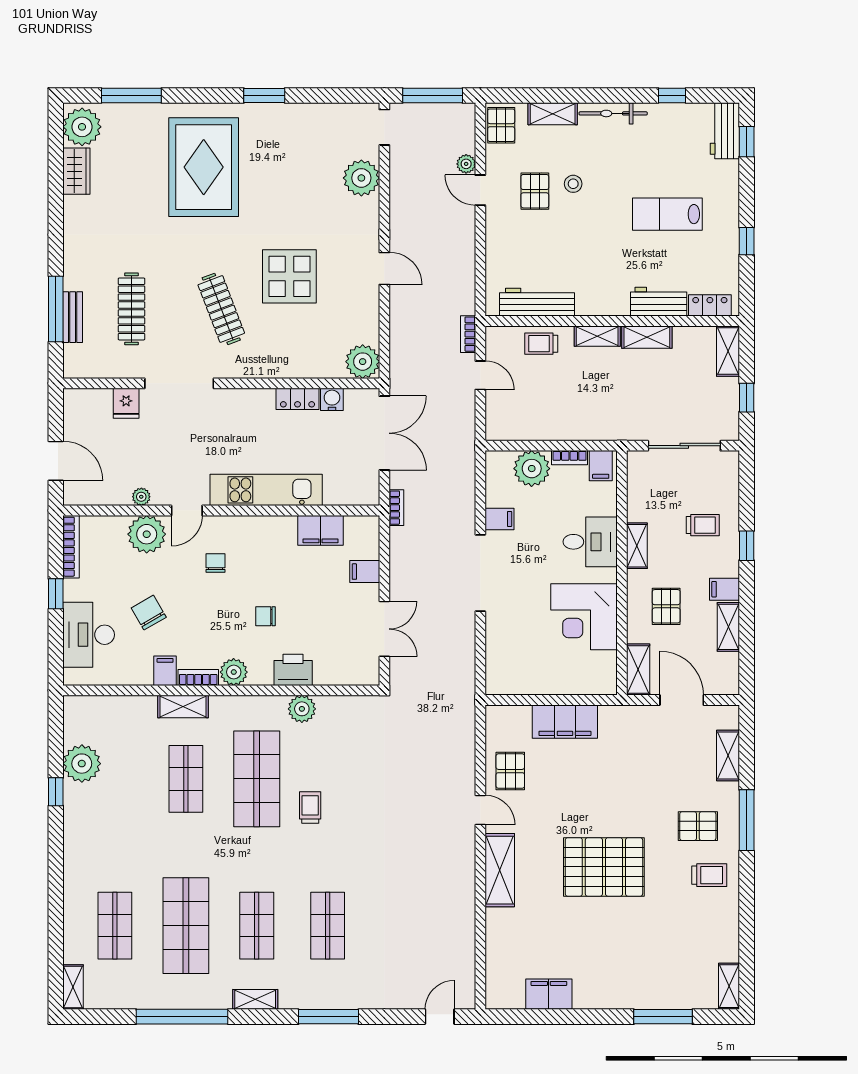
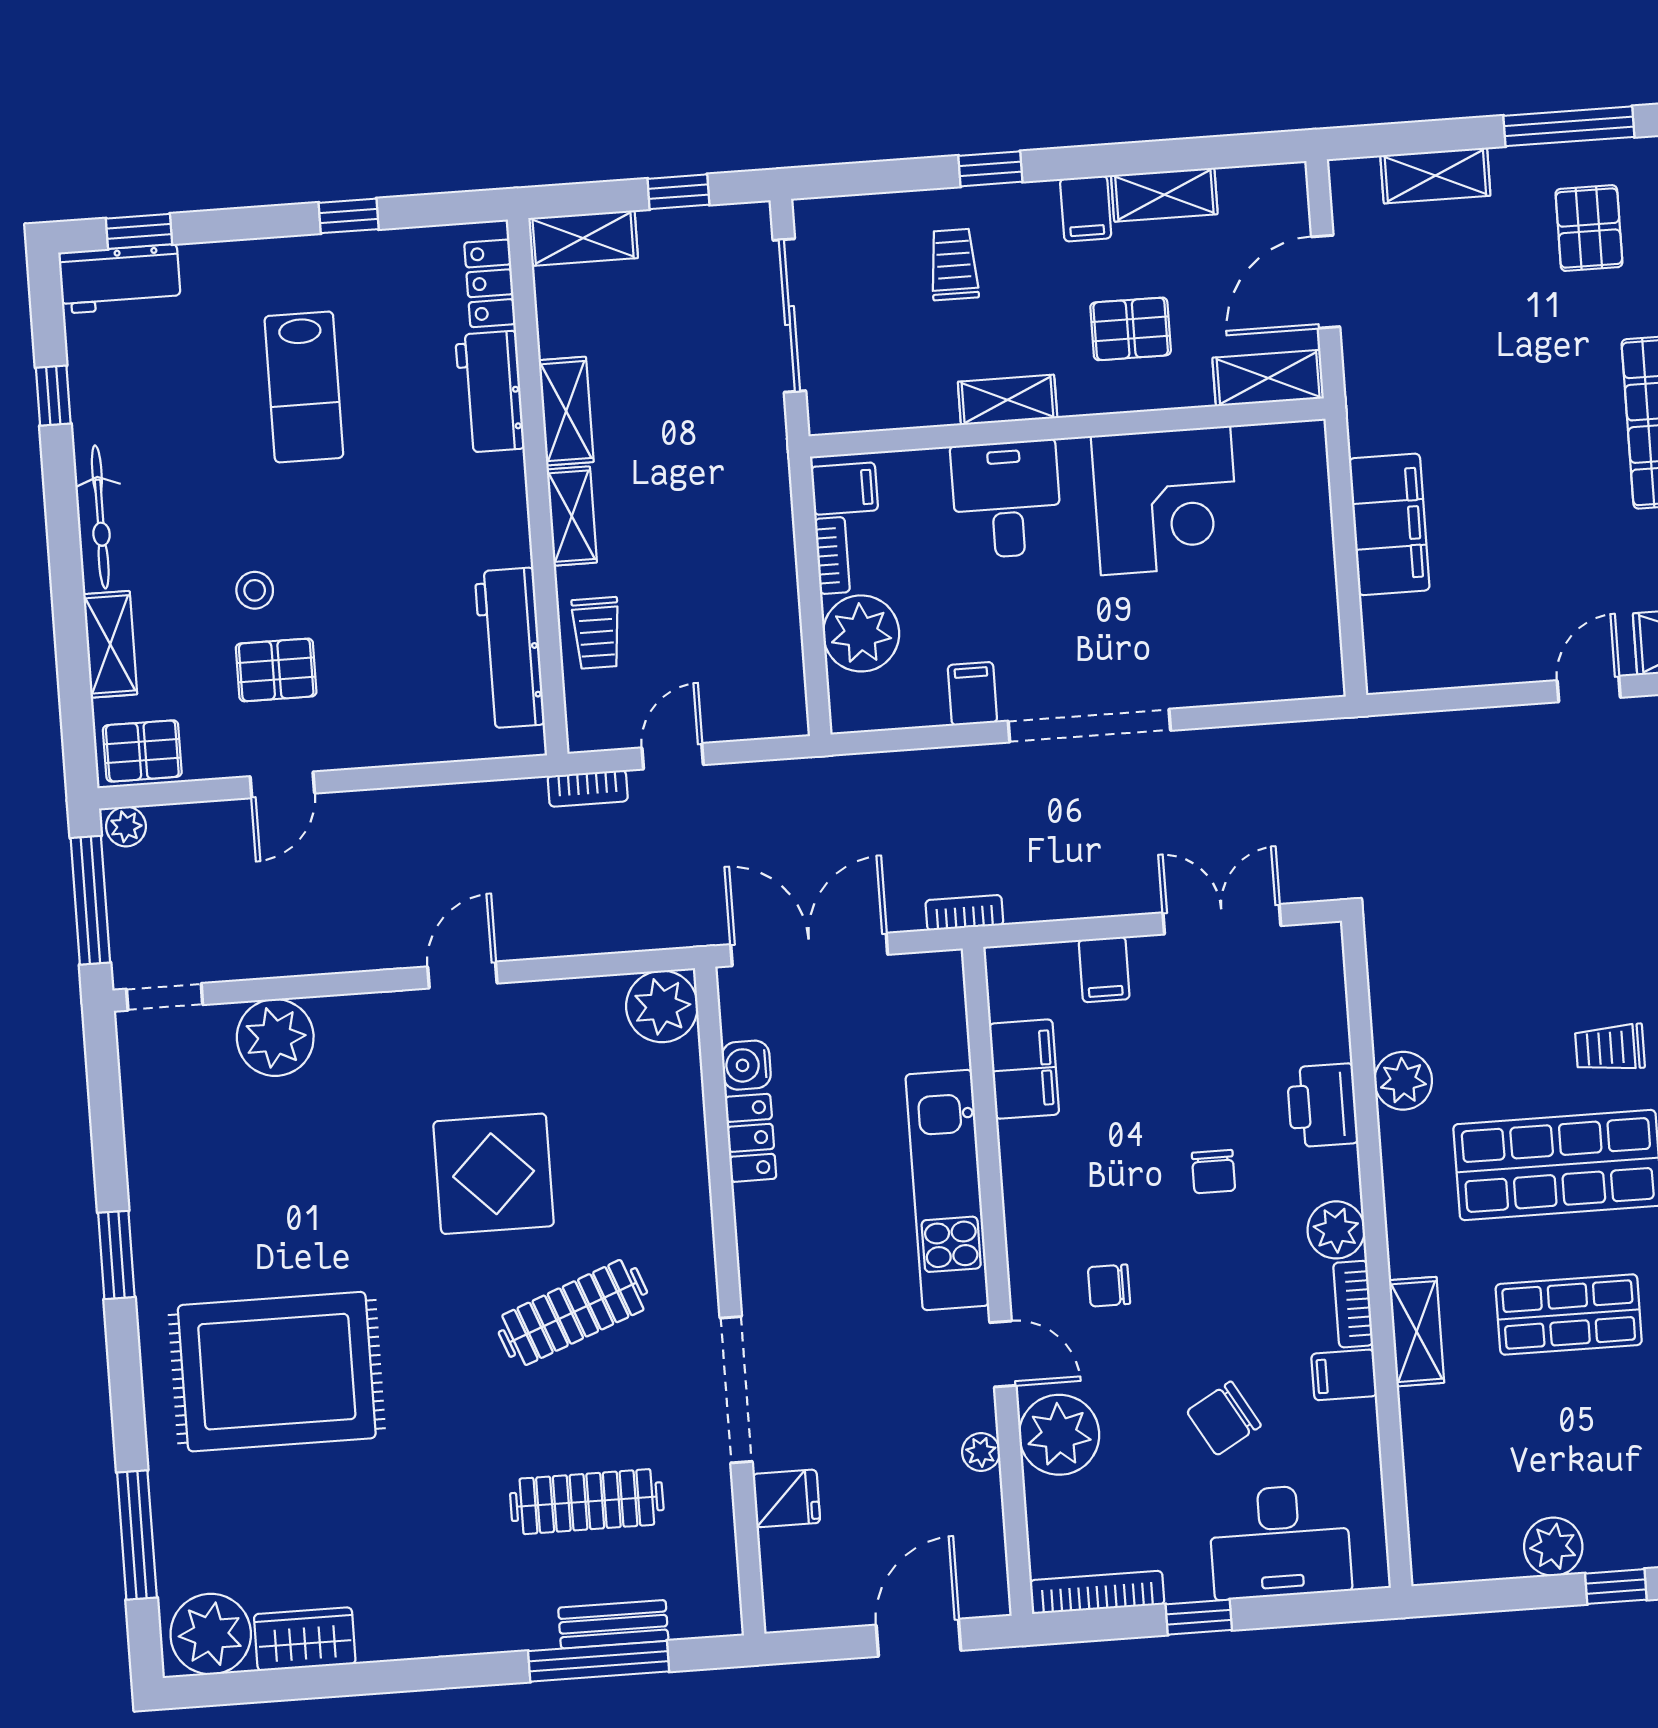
plant: (466, 164) -> (126, 826), moved
plant: (82, 764) -> (1553, 1547), width x0.73, depth x0.73
pallet: (510, 771) -> (1502, 632), removed

